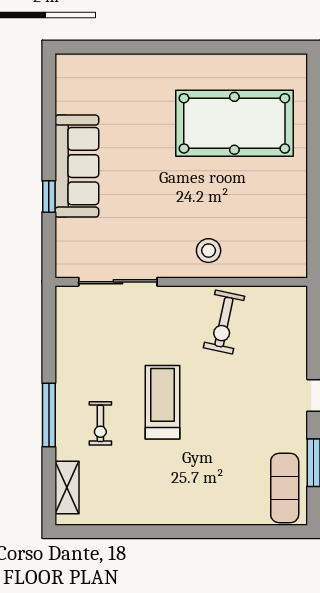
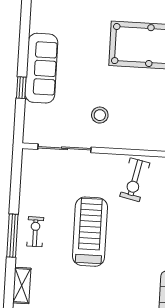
stool: (209, 251) -> (100, 115), moved
treadmill: (163, 402) -> (90, 232), width x1.37, depth x1.38
exercise bike: (100, 423) -> (35, 232), moved, turned 180

